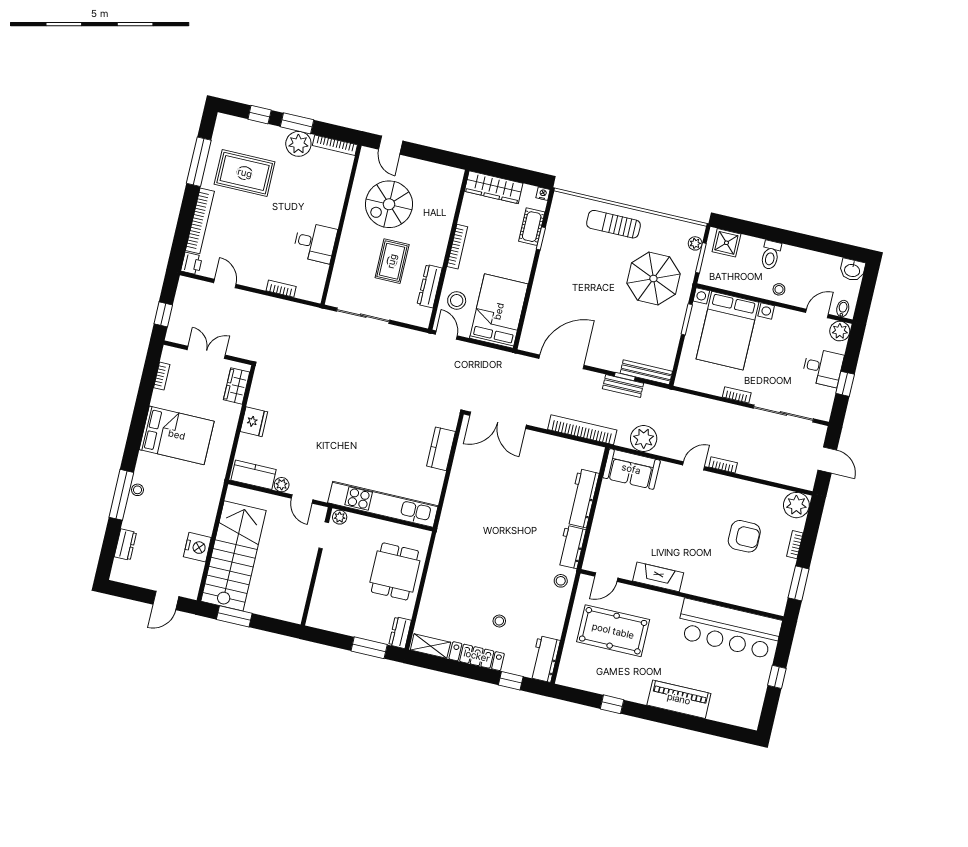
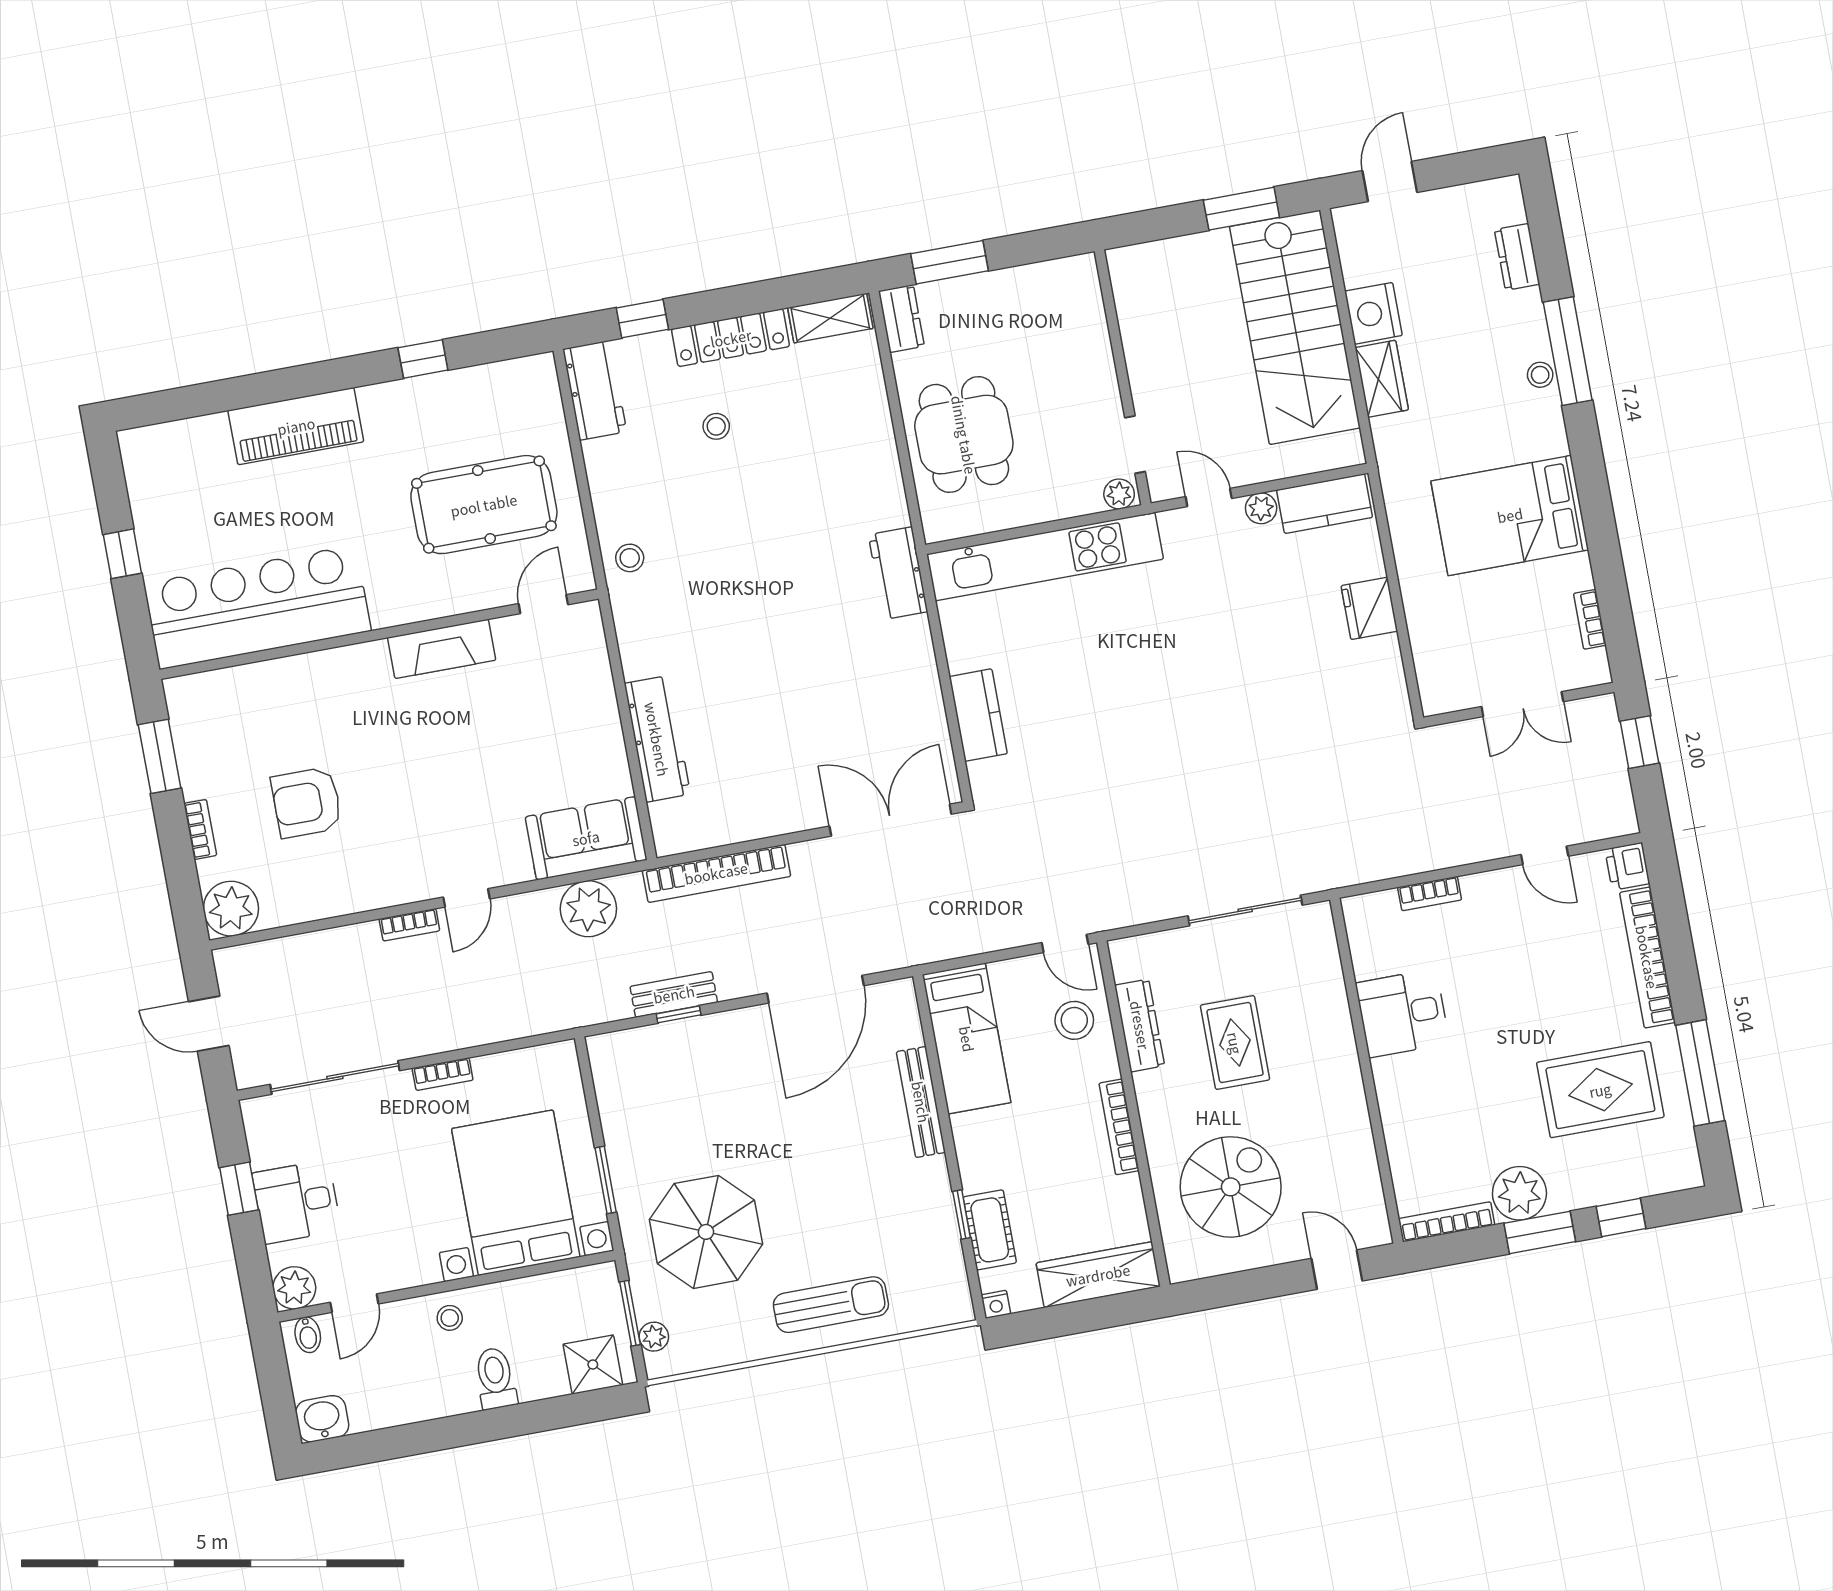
spiral stairs: (389, 204) -> (1231, 1187), moved
bed: (499, 311) -> (967, 1039), width x0.67
bench: (646, 372) -> (921, 1102), moved, turned 90
wardrobe: (237, 386) -> (1382, 379), moved
workbench: (571, 547) -> (898, 573), moved, turned 180

